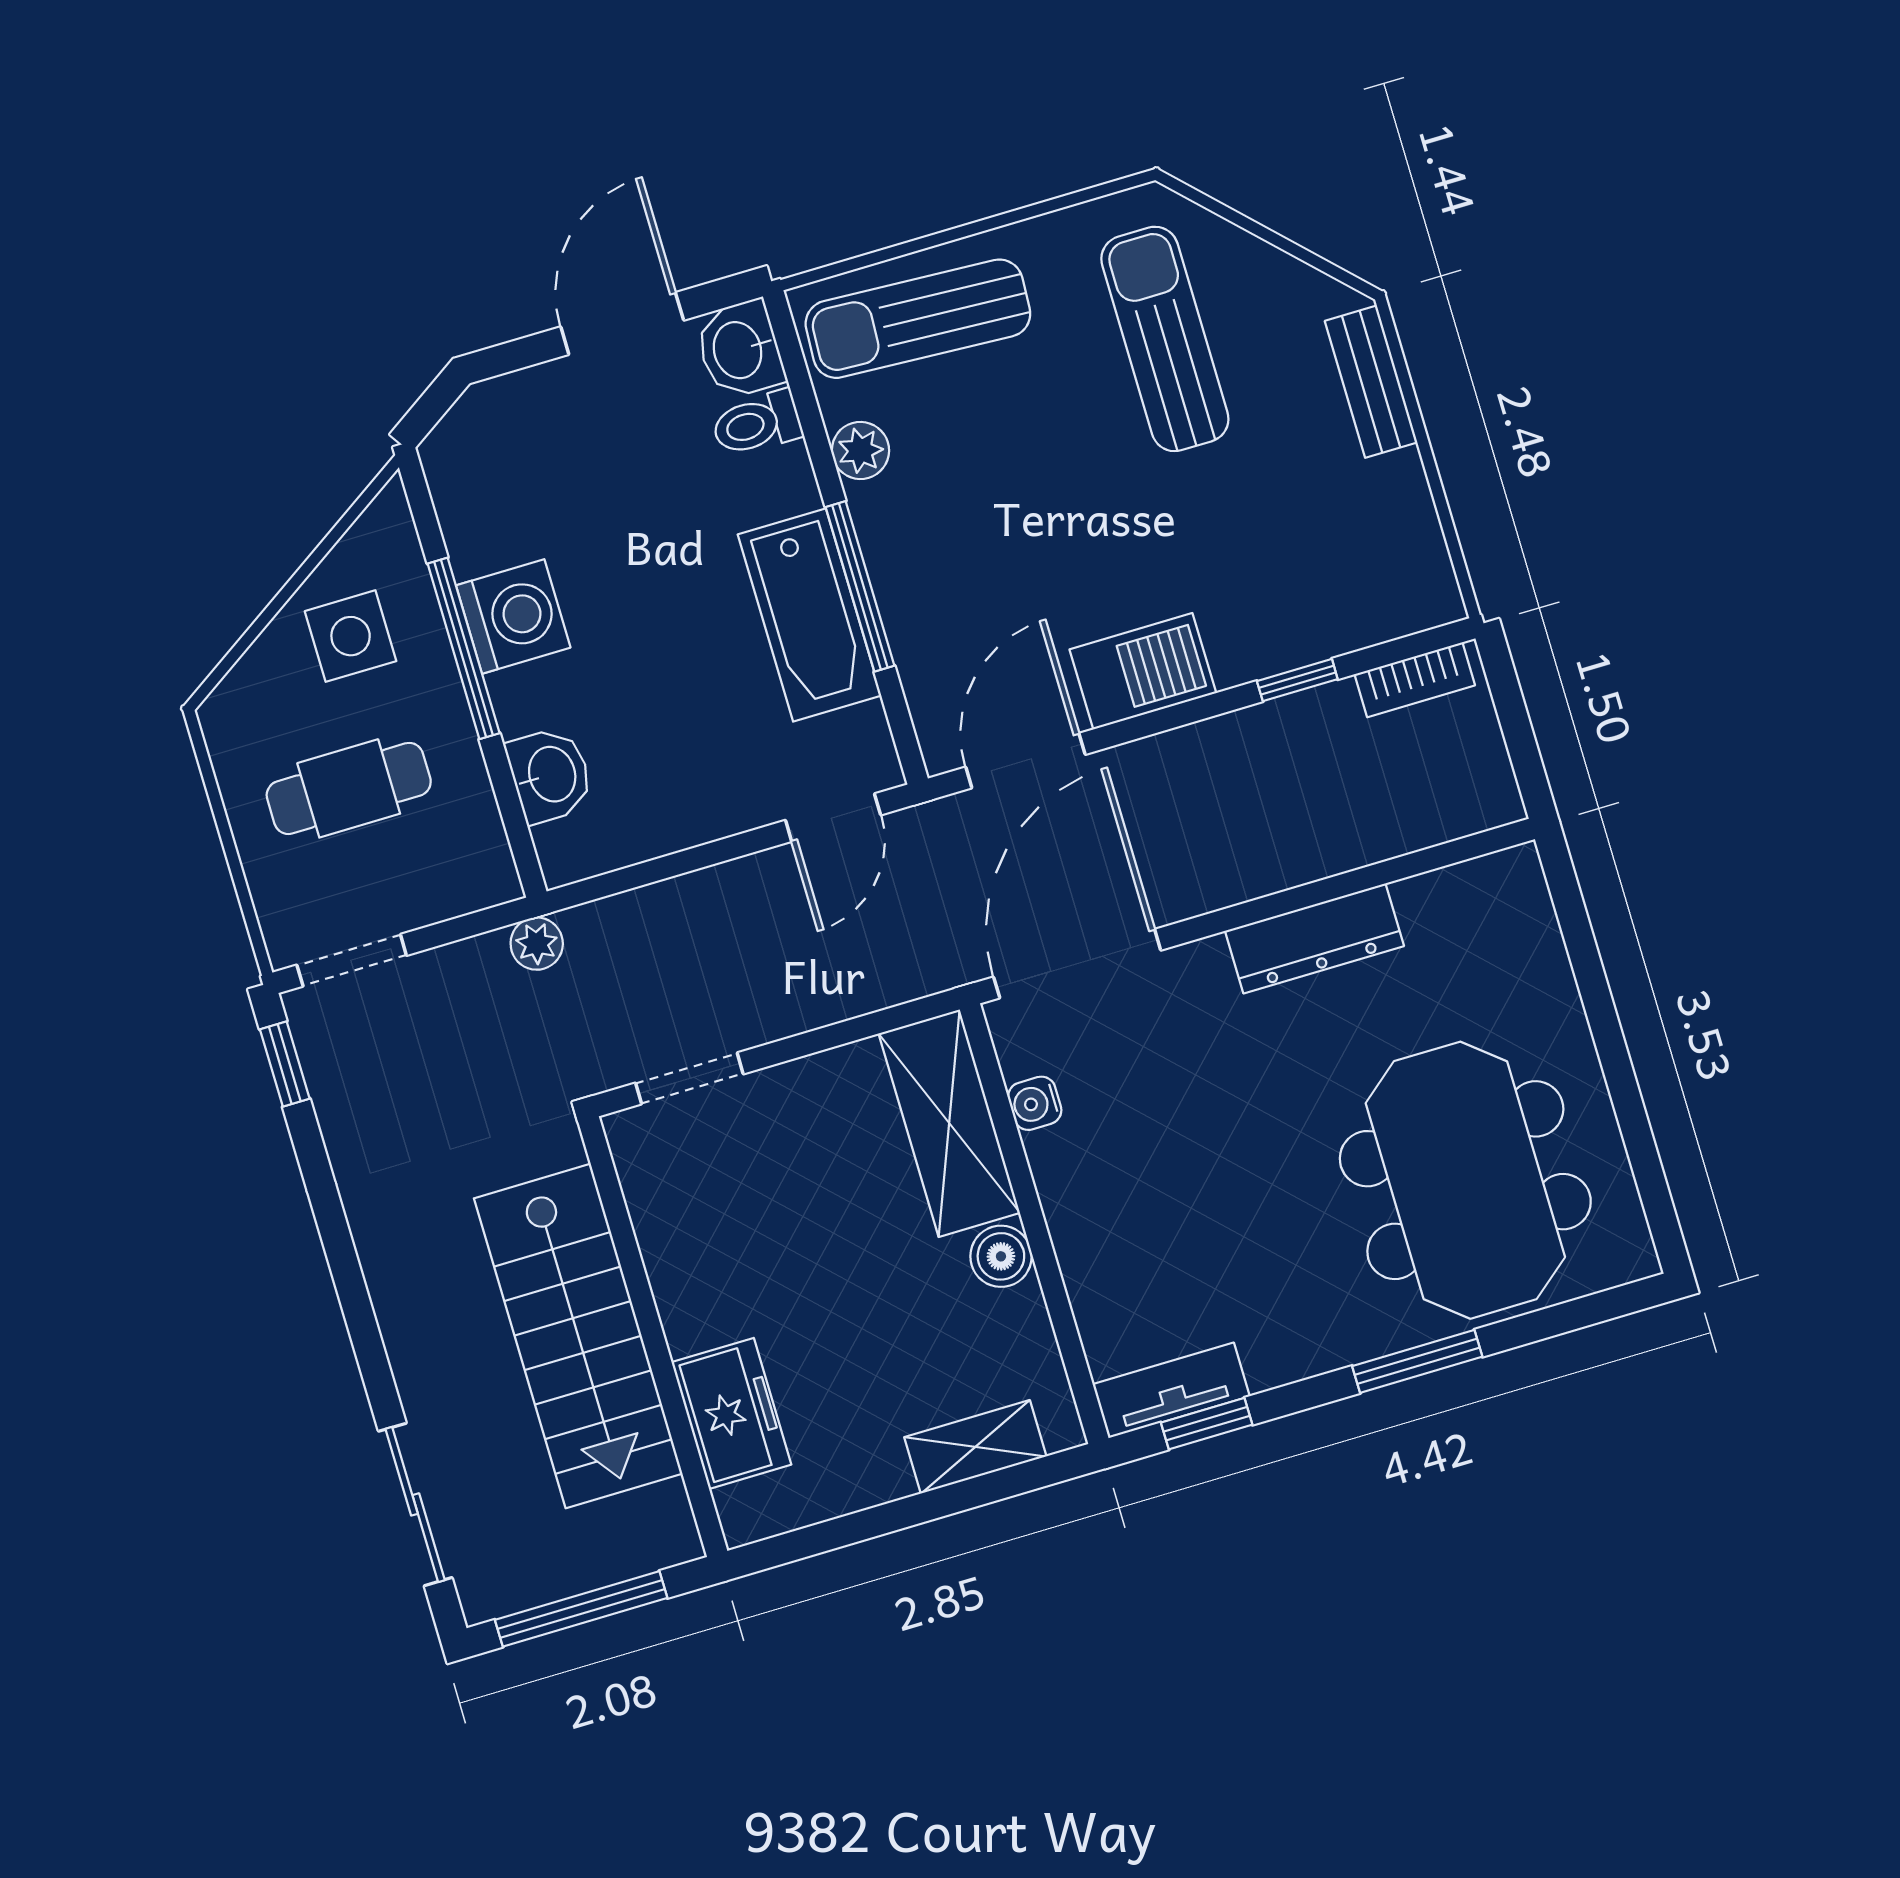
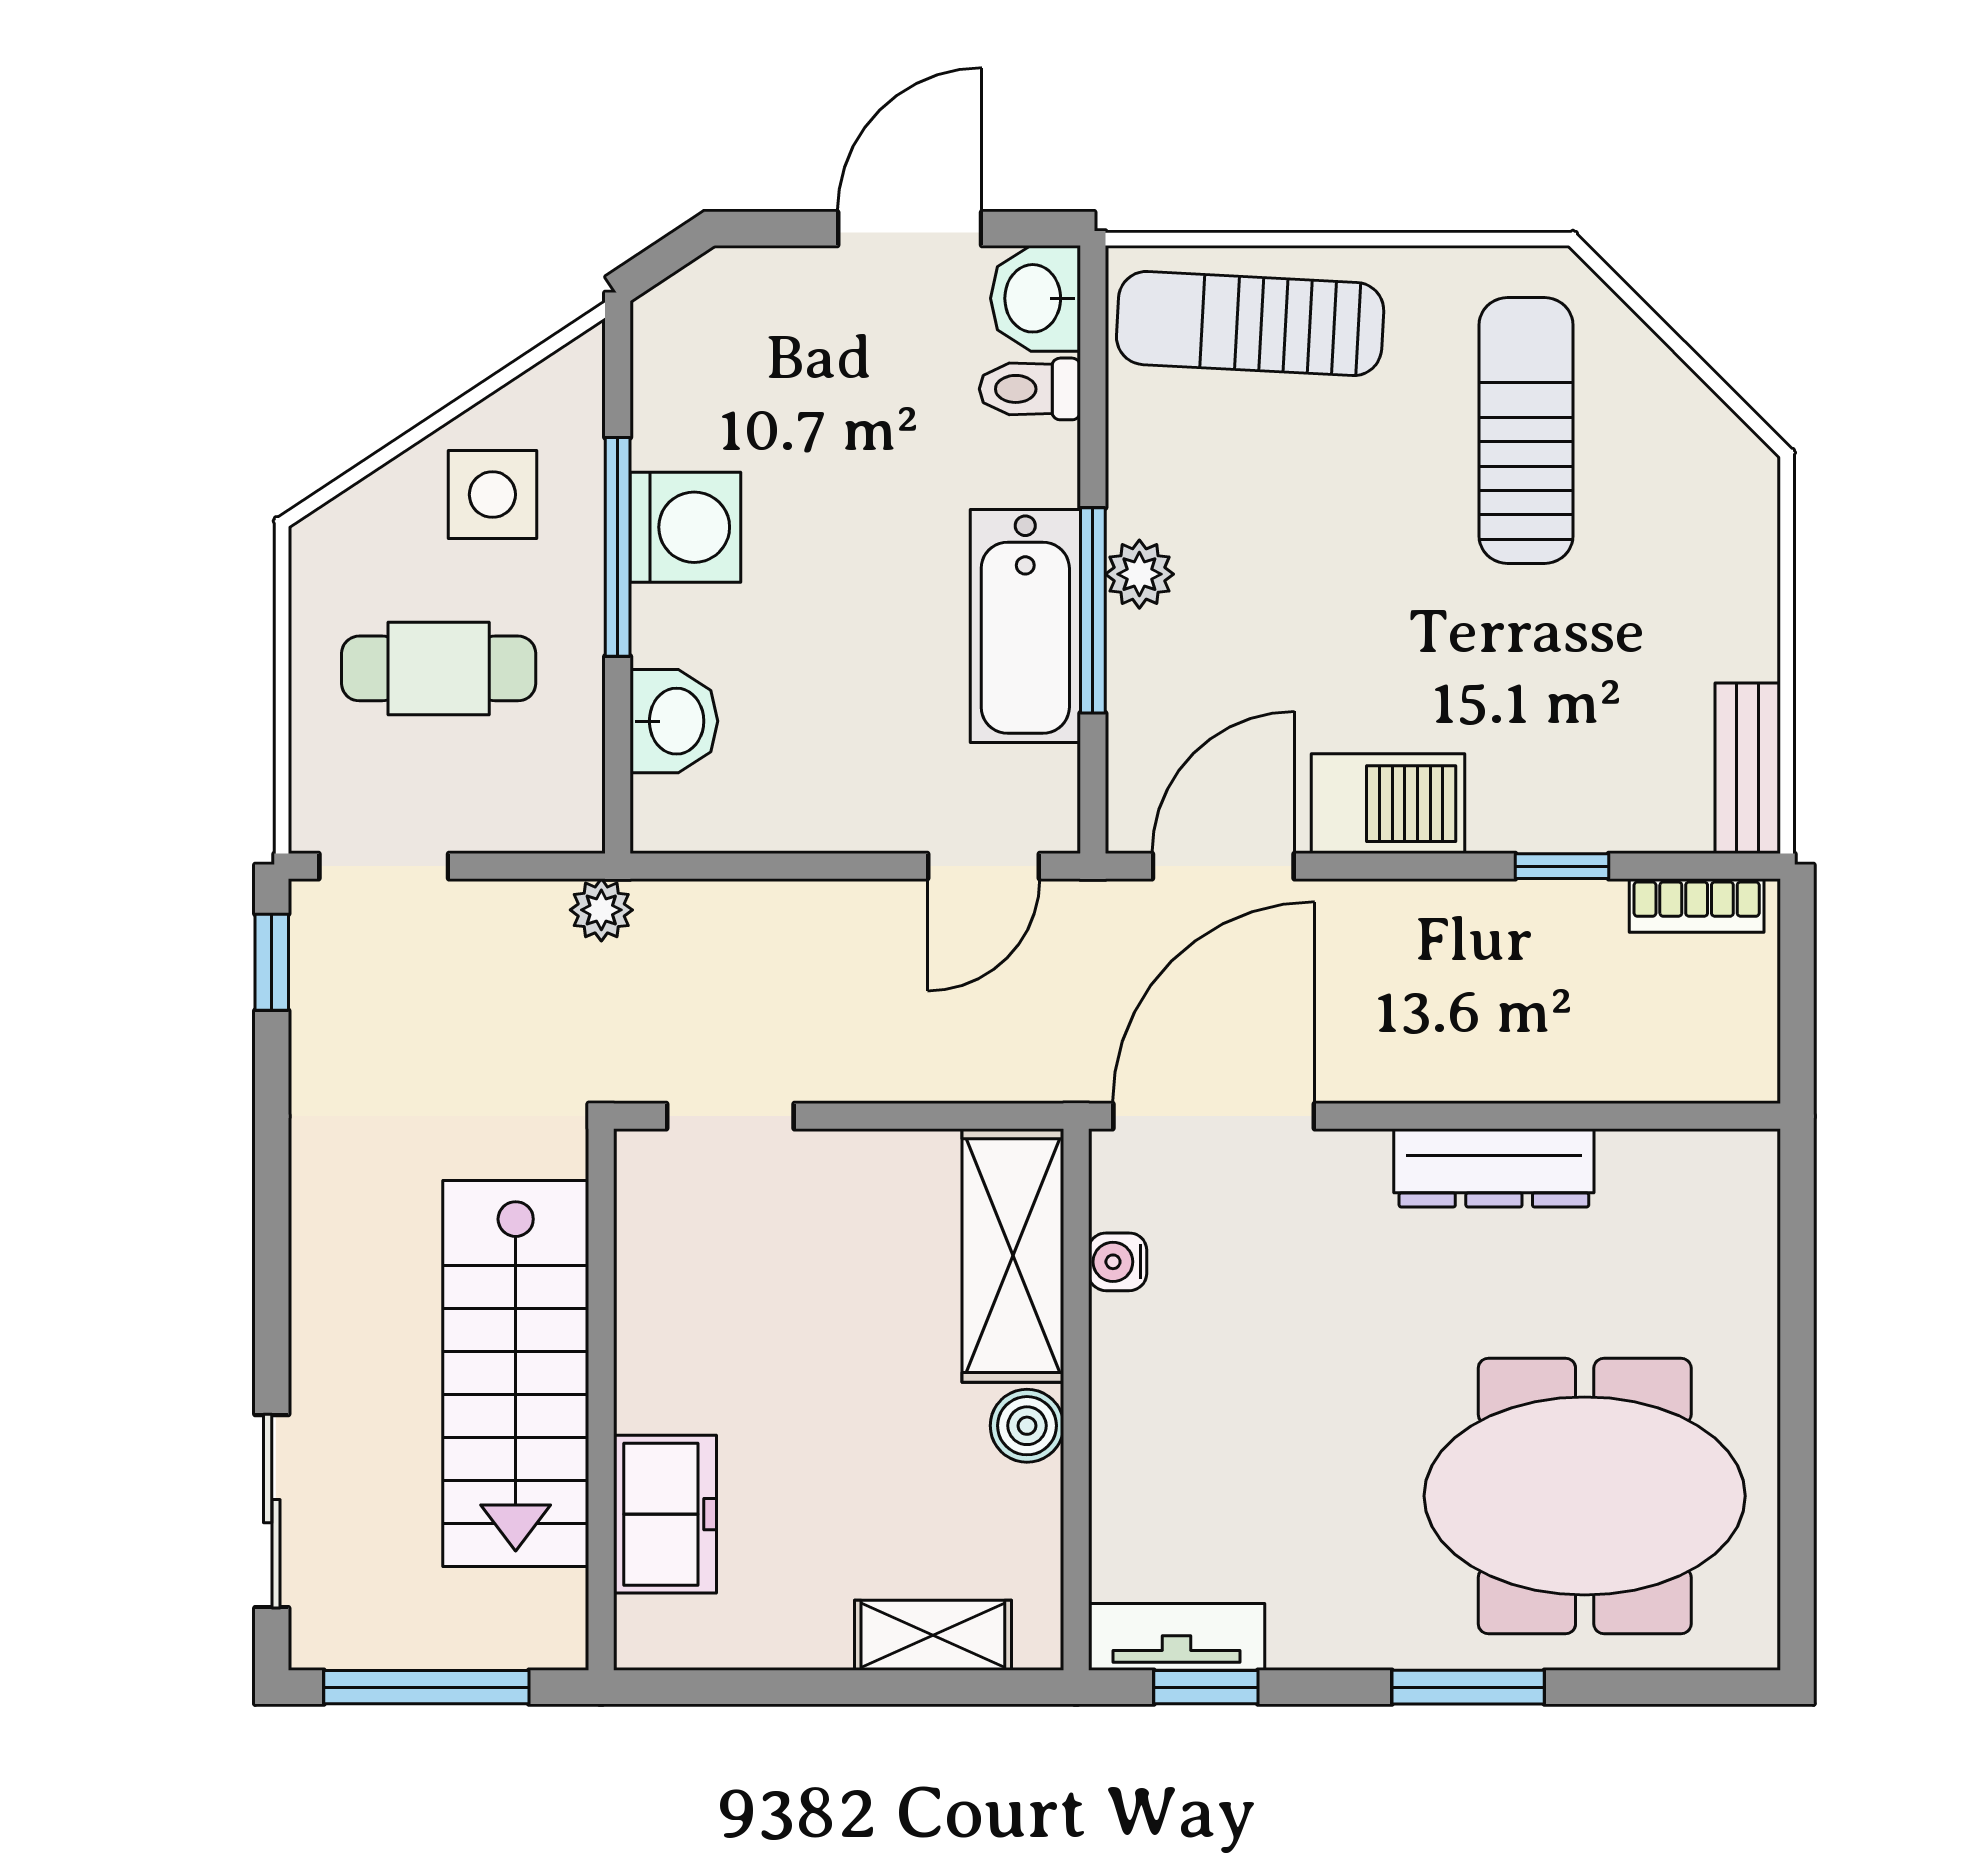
bench: (1371, 382) -> (1748, 768), moved
plant: (860, 450) -> (1139, 574), moved
meeting table: (1465, 1180) -> (1585, 1496), turned 90

